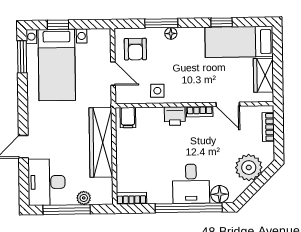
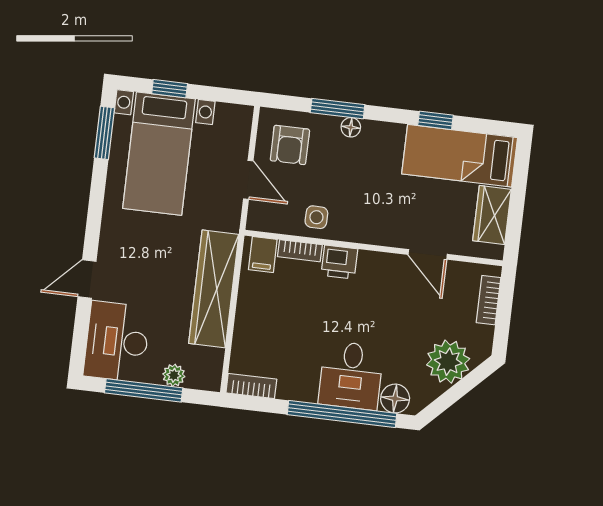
bookcase: (200, 112) -> (300, 251), moved

